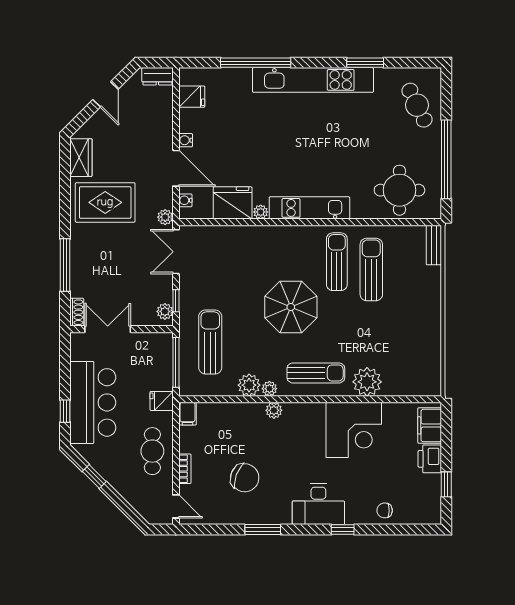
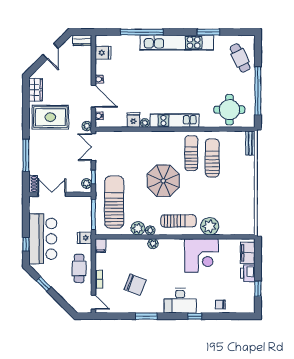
fridge: (233, 203) -> (133, 120), width x0.53, depth x0.75
sun lounger: (210, 342) -> (114, 202), width x1.36, depth x1.34

